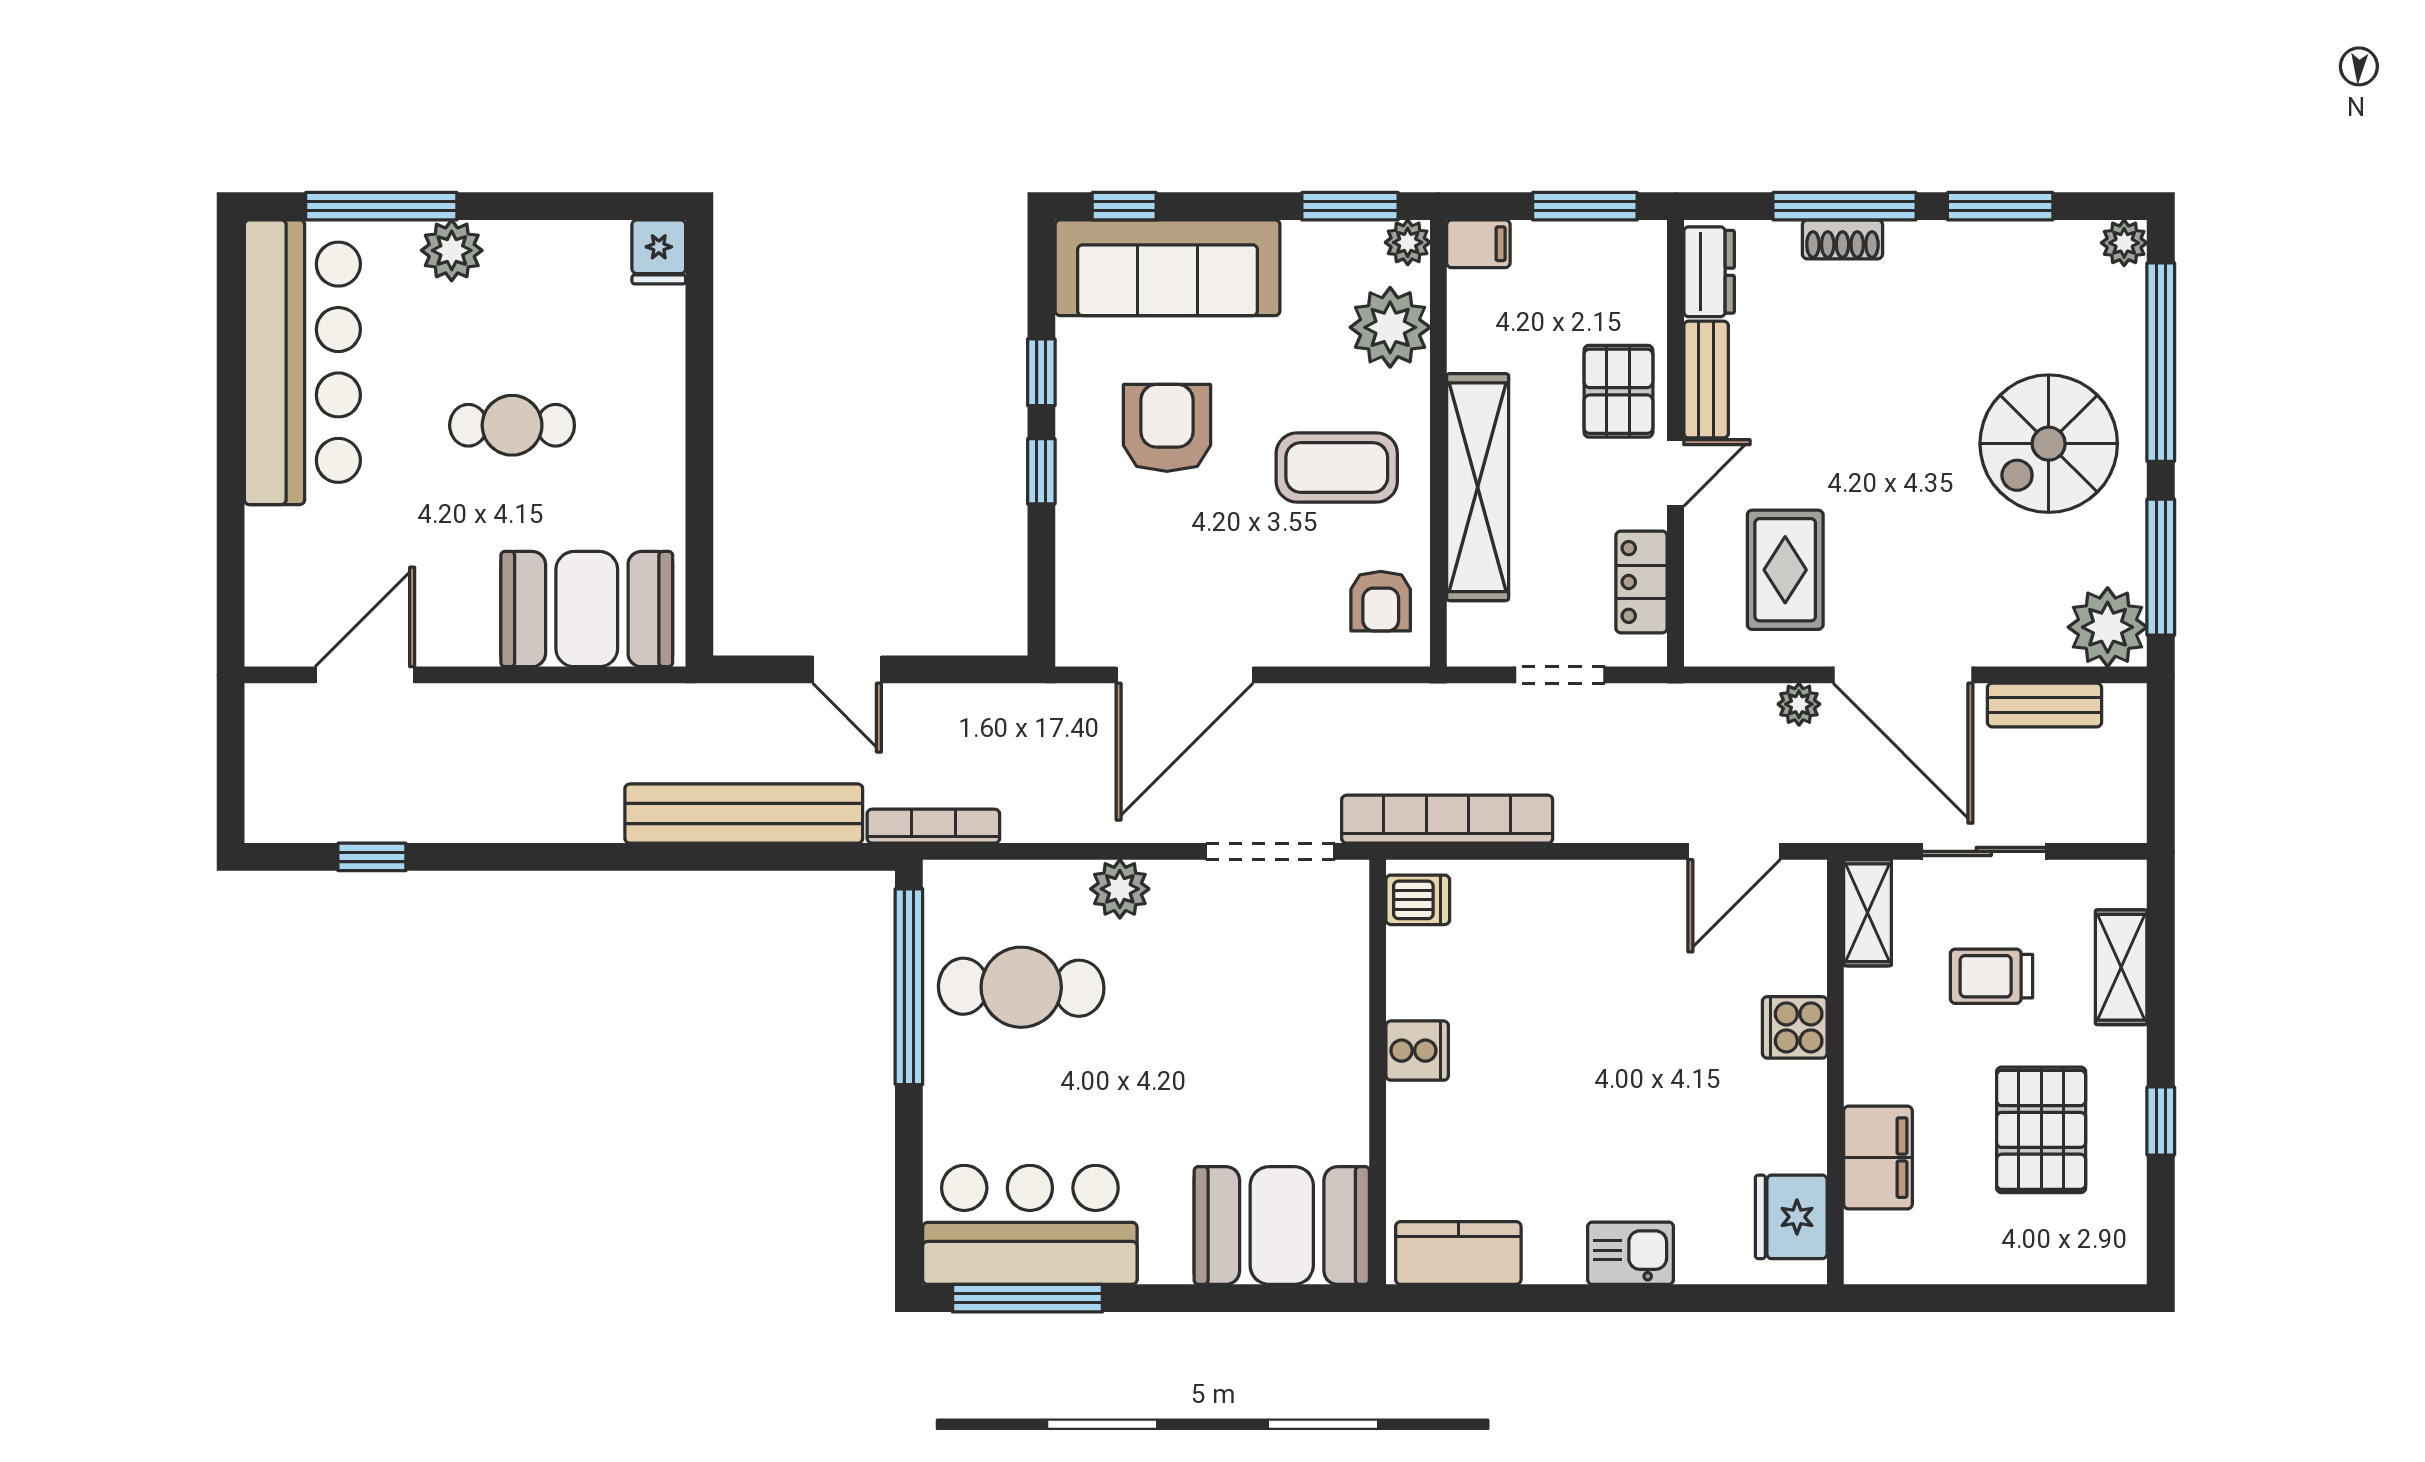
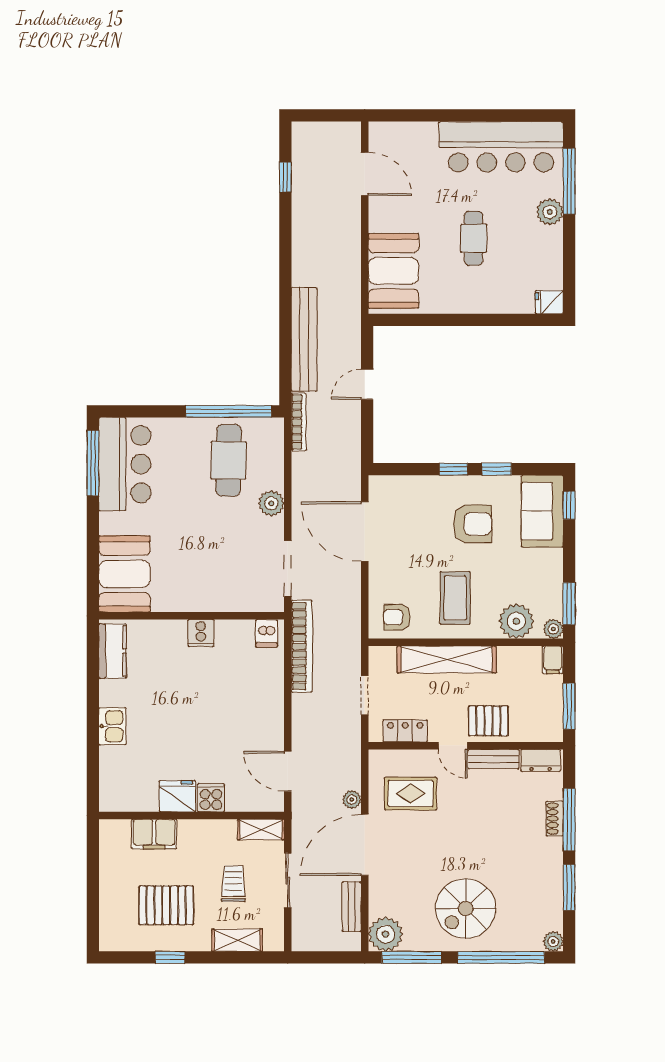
sofa: (1168, 268) -> (542, 511), width x0.73
spiral stairs: (2049, 444) -> (466, 909), turned -90
fridge: (1791, 1217) -> (177, 796), moved

